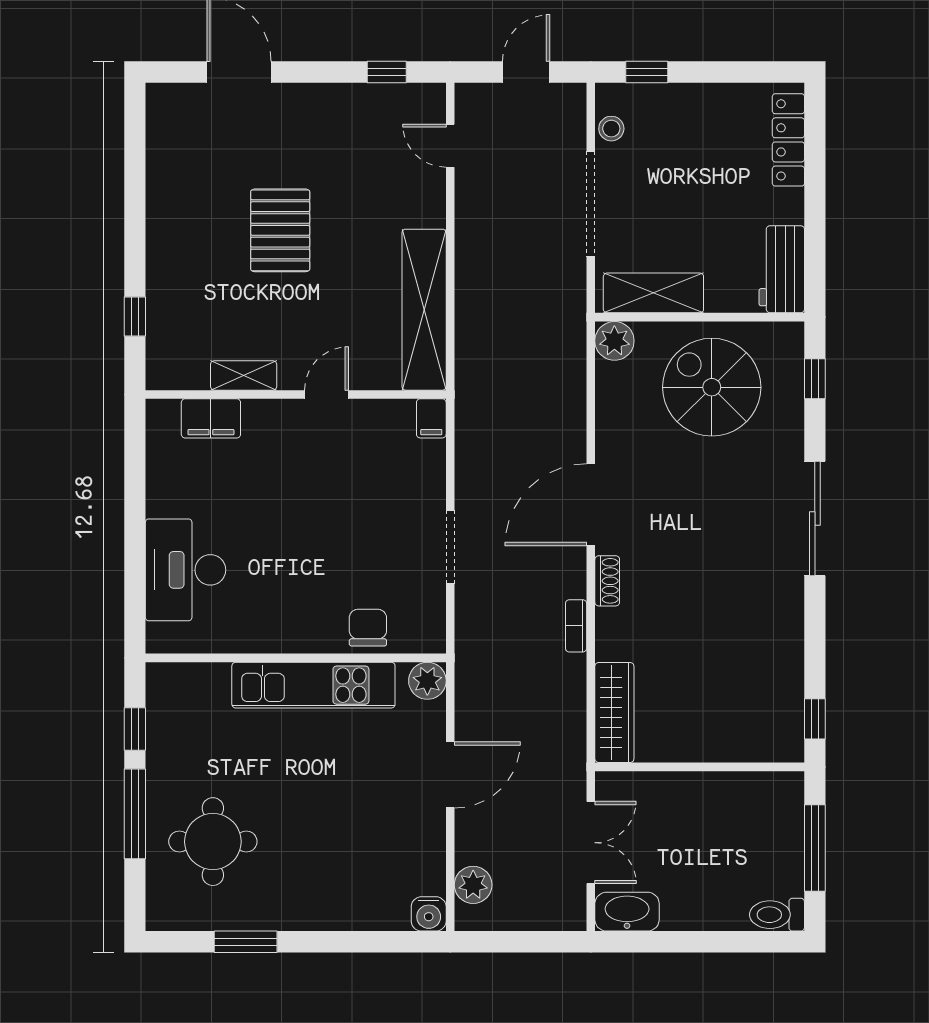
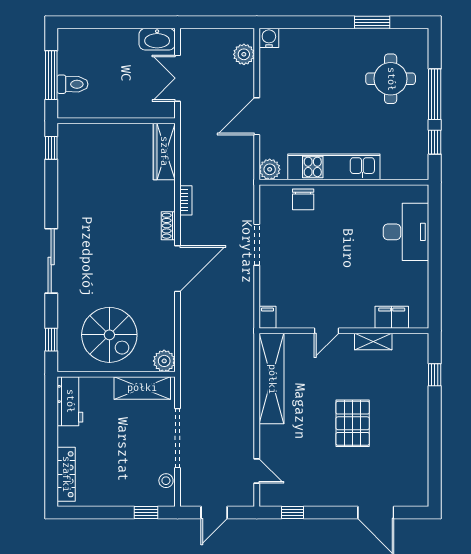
toilet: (777, 915) -> (73, 84), moved

